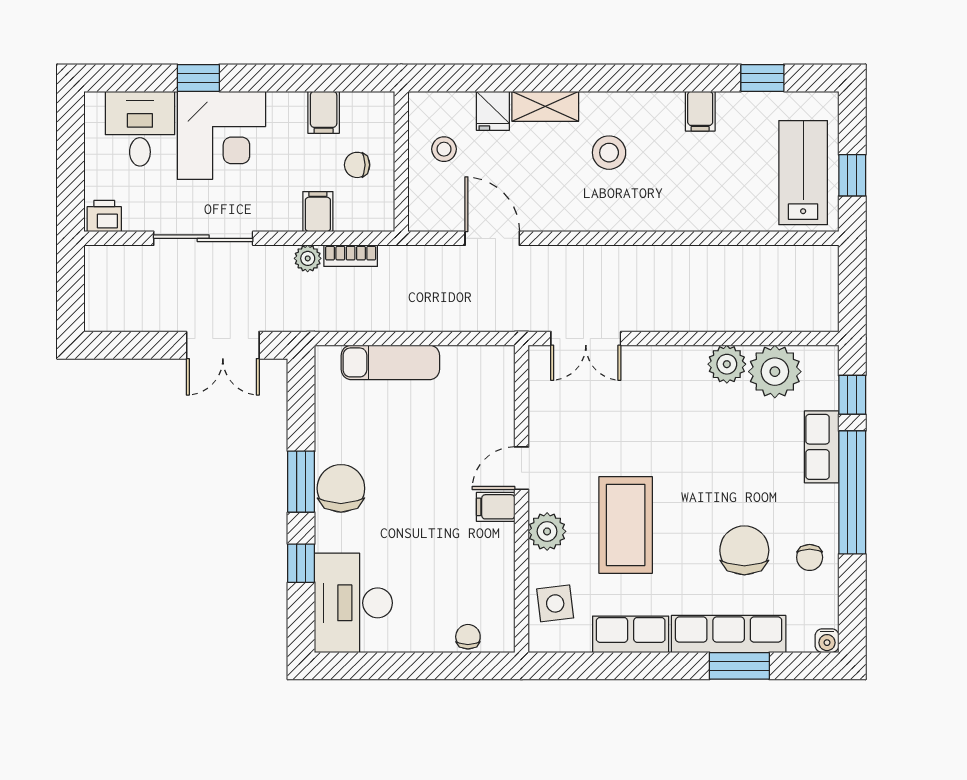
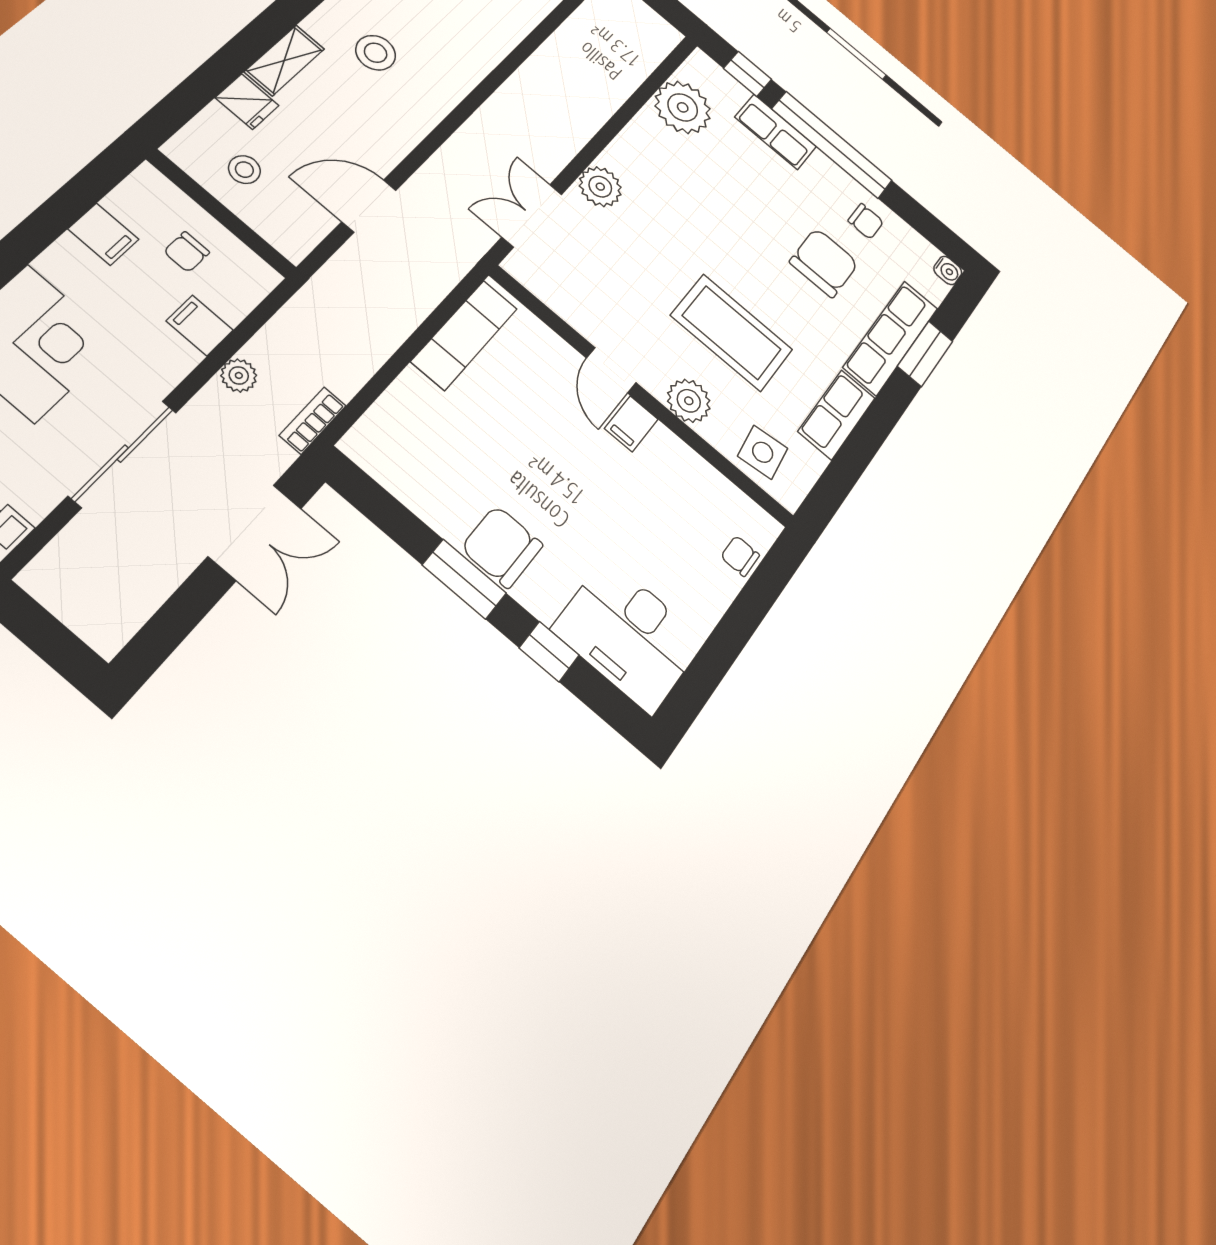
bookcase: (351, 256) -> (313, 421), moved, turned 180
double door: (586, 338) -> (532, 216), swing flipped
exam couch: (390, 362) -> (464, 335), moved
plant: (727, 364) -> (600, 187), moved
chair: (744, 550) -> (824, 263), turned 90

